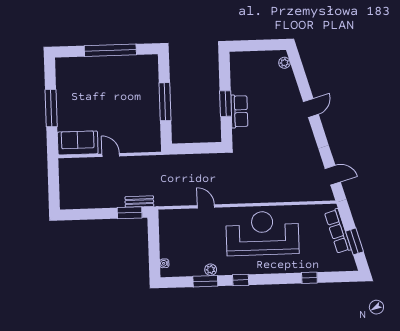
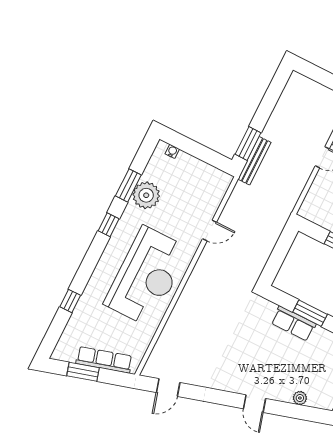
plant: (284, 63) -> (300, 398), moved
bench: (139, 202) -> (254, 161), width x1.36
plant: (211, 270) -> (146, 195), width x1.88, depth x1.88

